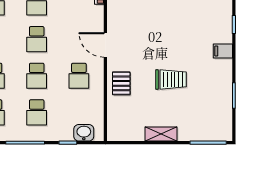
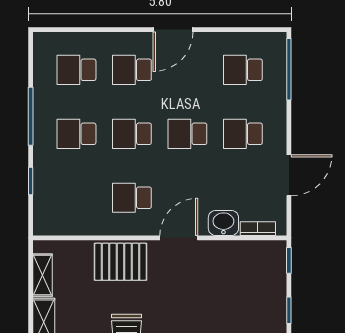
pallet: (121, 83) -> (120, 262), width x1.50, depth x1.42
washbasin: (84, 133) -> (223, 223), moved, turned -90
shelving: (130, 135) -> (42, 275), added

